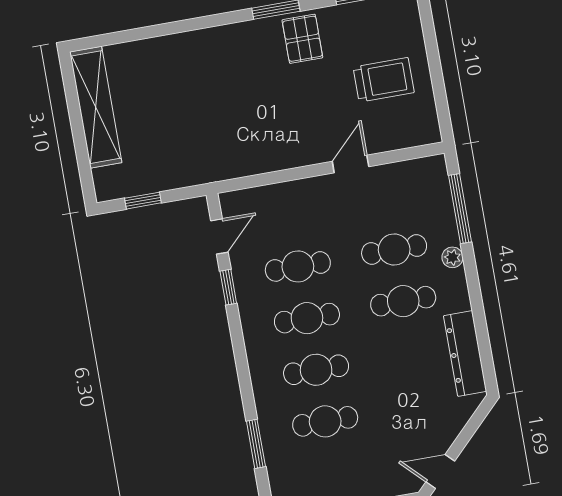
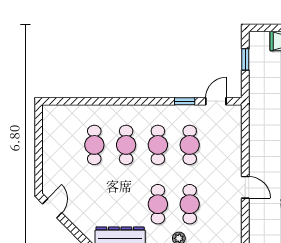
door: (219, 236) -> (216, 101), swing flipped
window: (256, 444) -> (88, 101), removed

